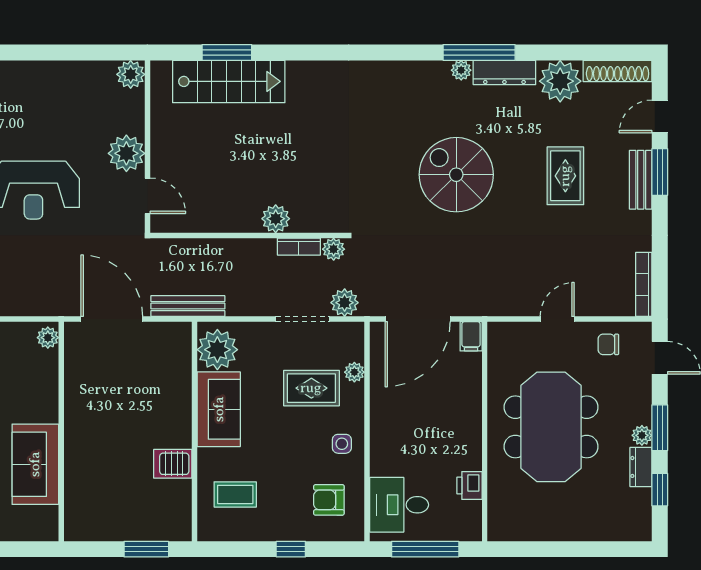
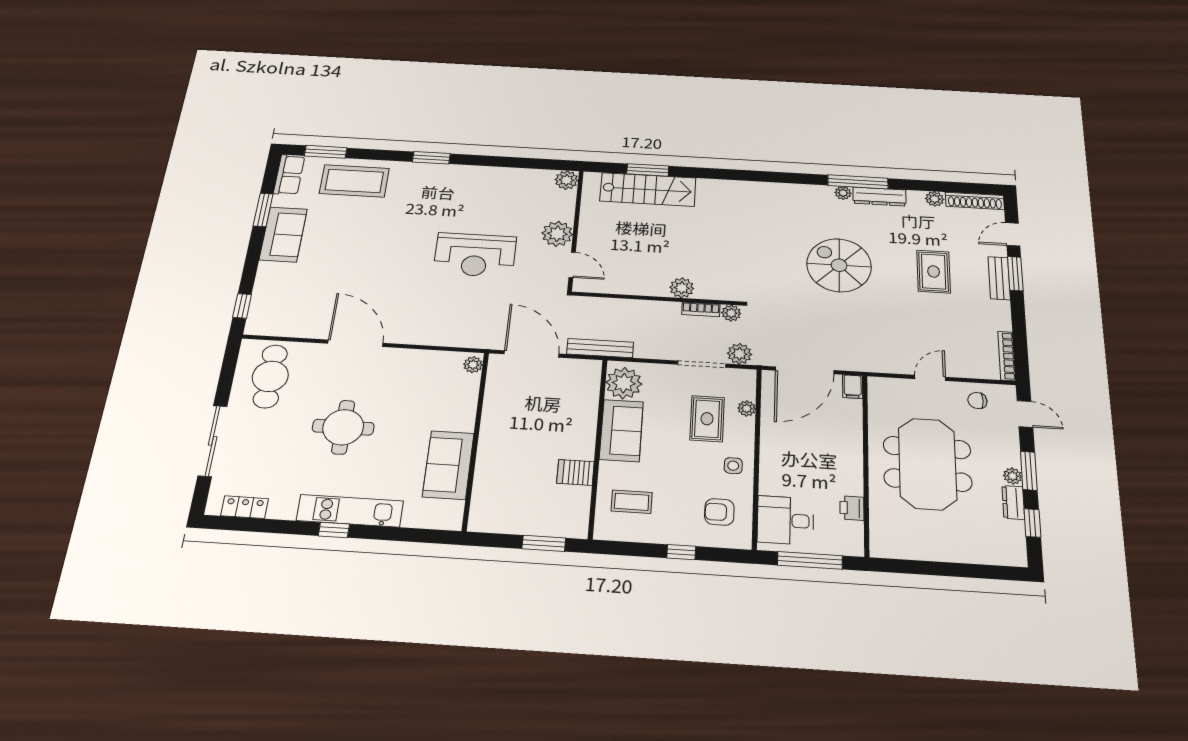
plant: (560, 81) -> (935, 199), width x0.53, depth x0.53
rug: (311, 388) -> (707, 419), turned 90

